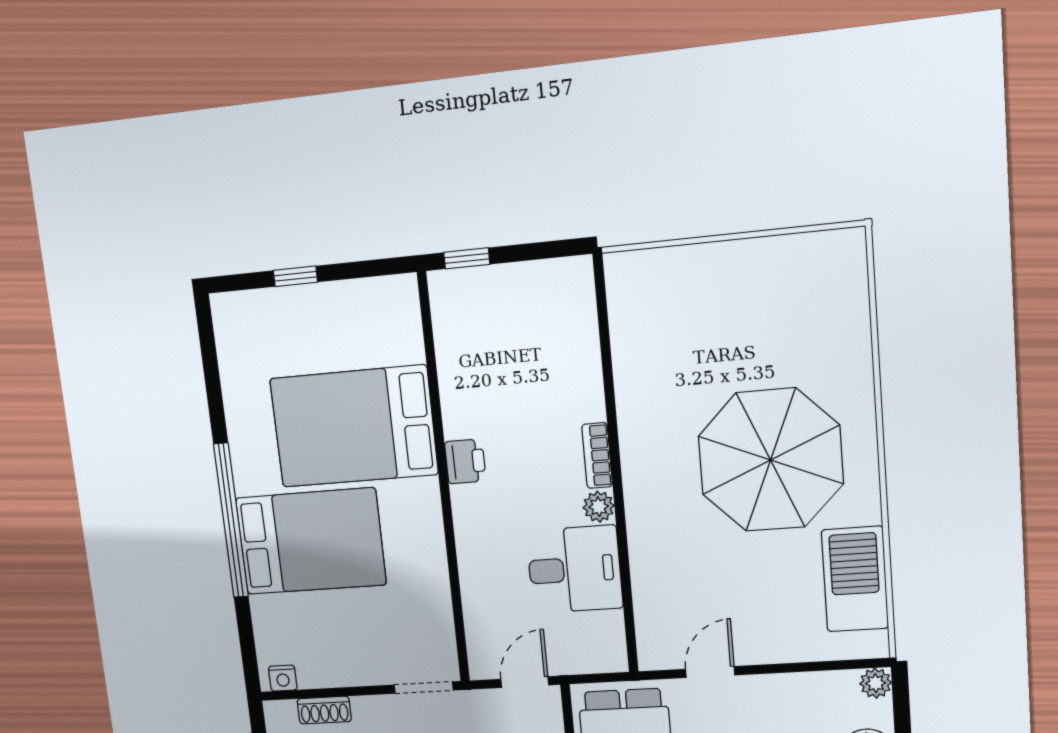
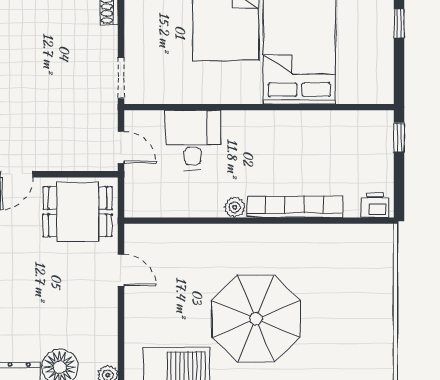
bookcase: (597, 456) -> (295, 207), width x2.31, depth x1.31
printer: (465, 461) -> (375, 205), moved, turned 180
desk: (574, 569) -> (193, 140), moved, turned 180

